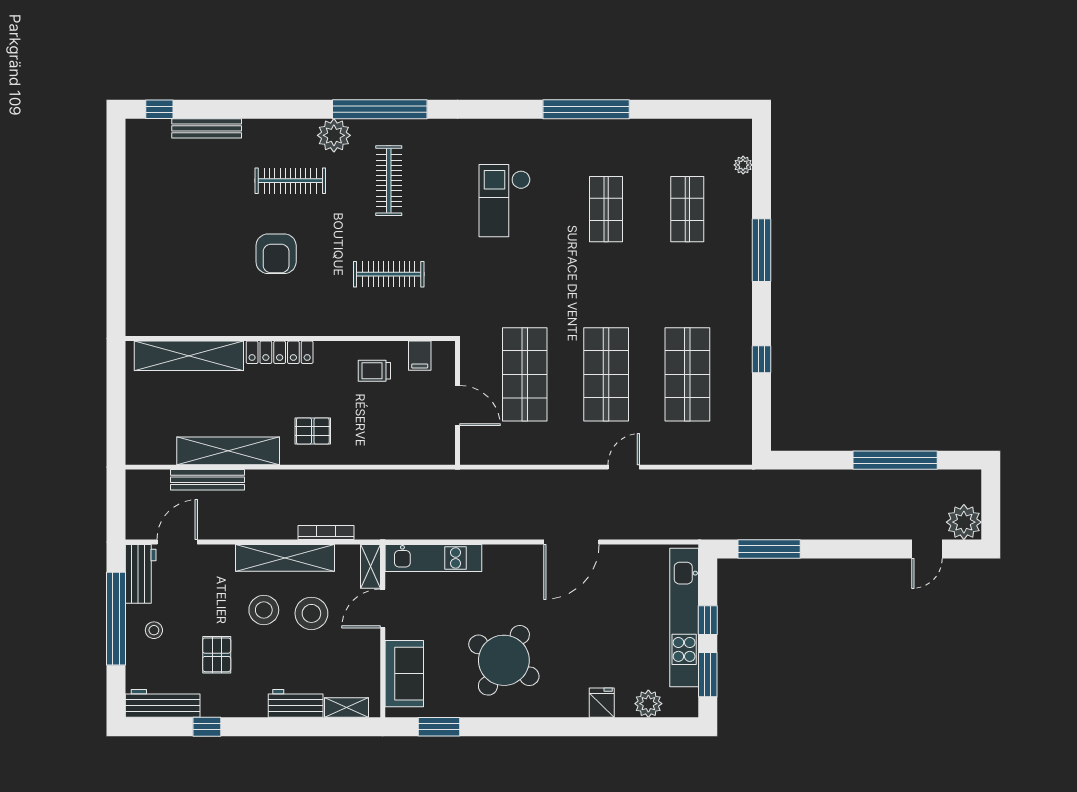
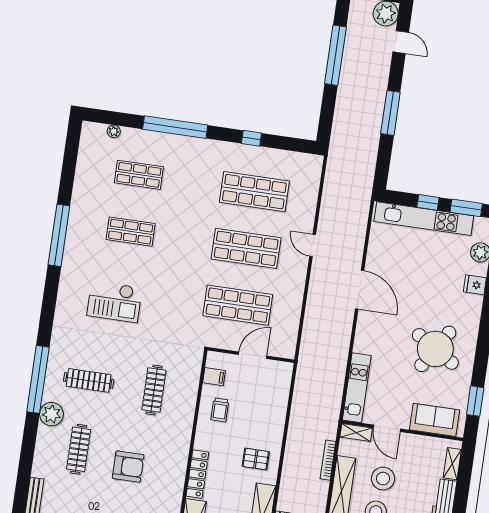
window: (762, 250) -> (175, 127), width x1.46
pallet: (313, 431) -> (256, 459), turned 90
window: (769, 549) -> (390, 113), moved

